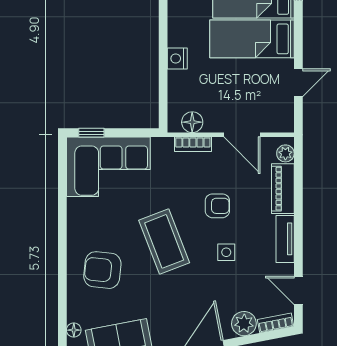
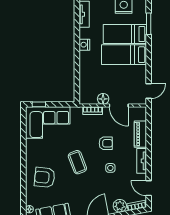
nightstand: (177, 58) -> (84, 45), moved
door: (298, 83) -> (149, 91), moved
floor lamp: (192, 122) -> (103, 99), moved
plant: (285, 153) -> (142, 115), removed
coffee table: (164, 241) -> (77, 162), width x0.73, depth x0.76

